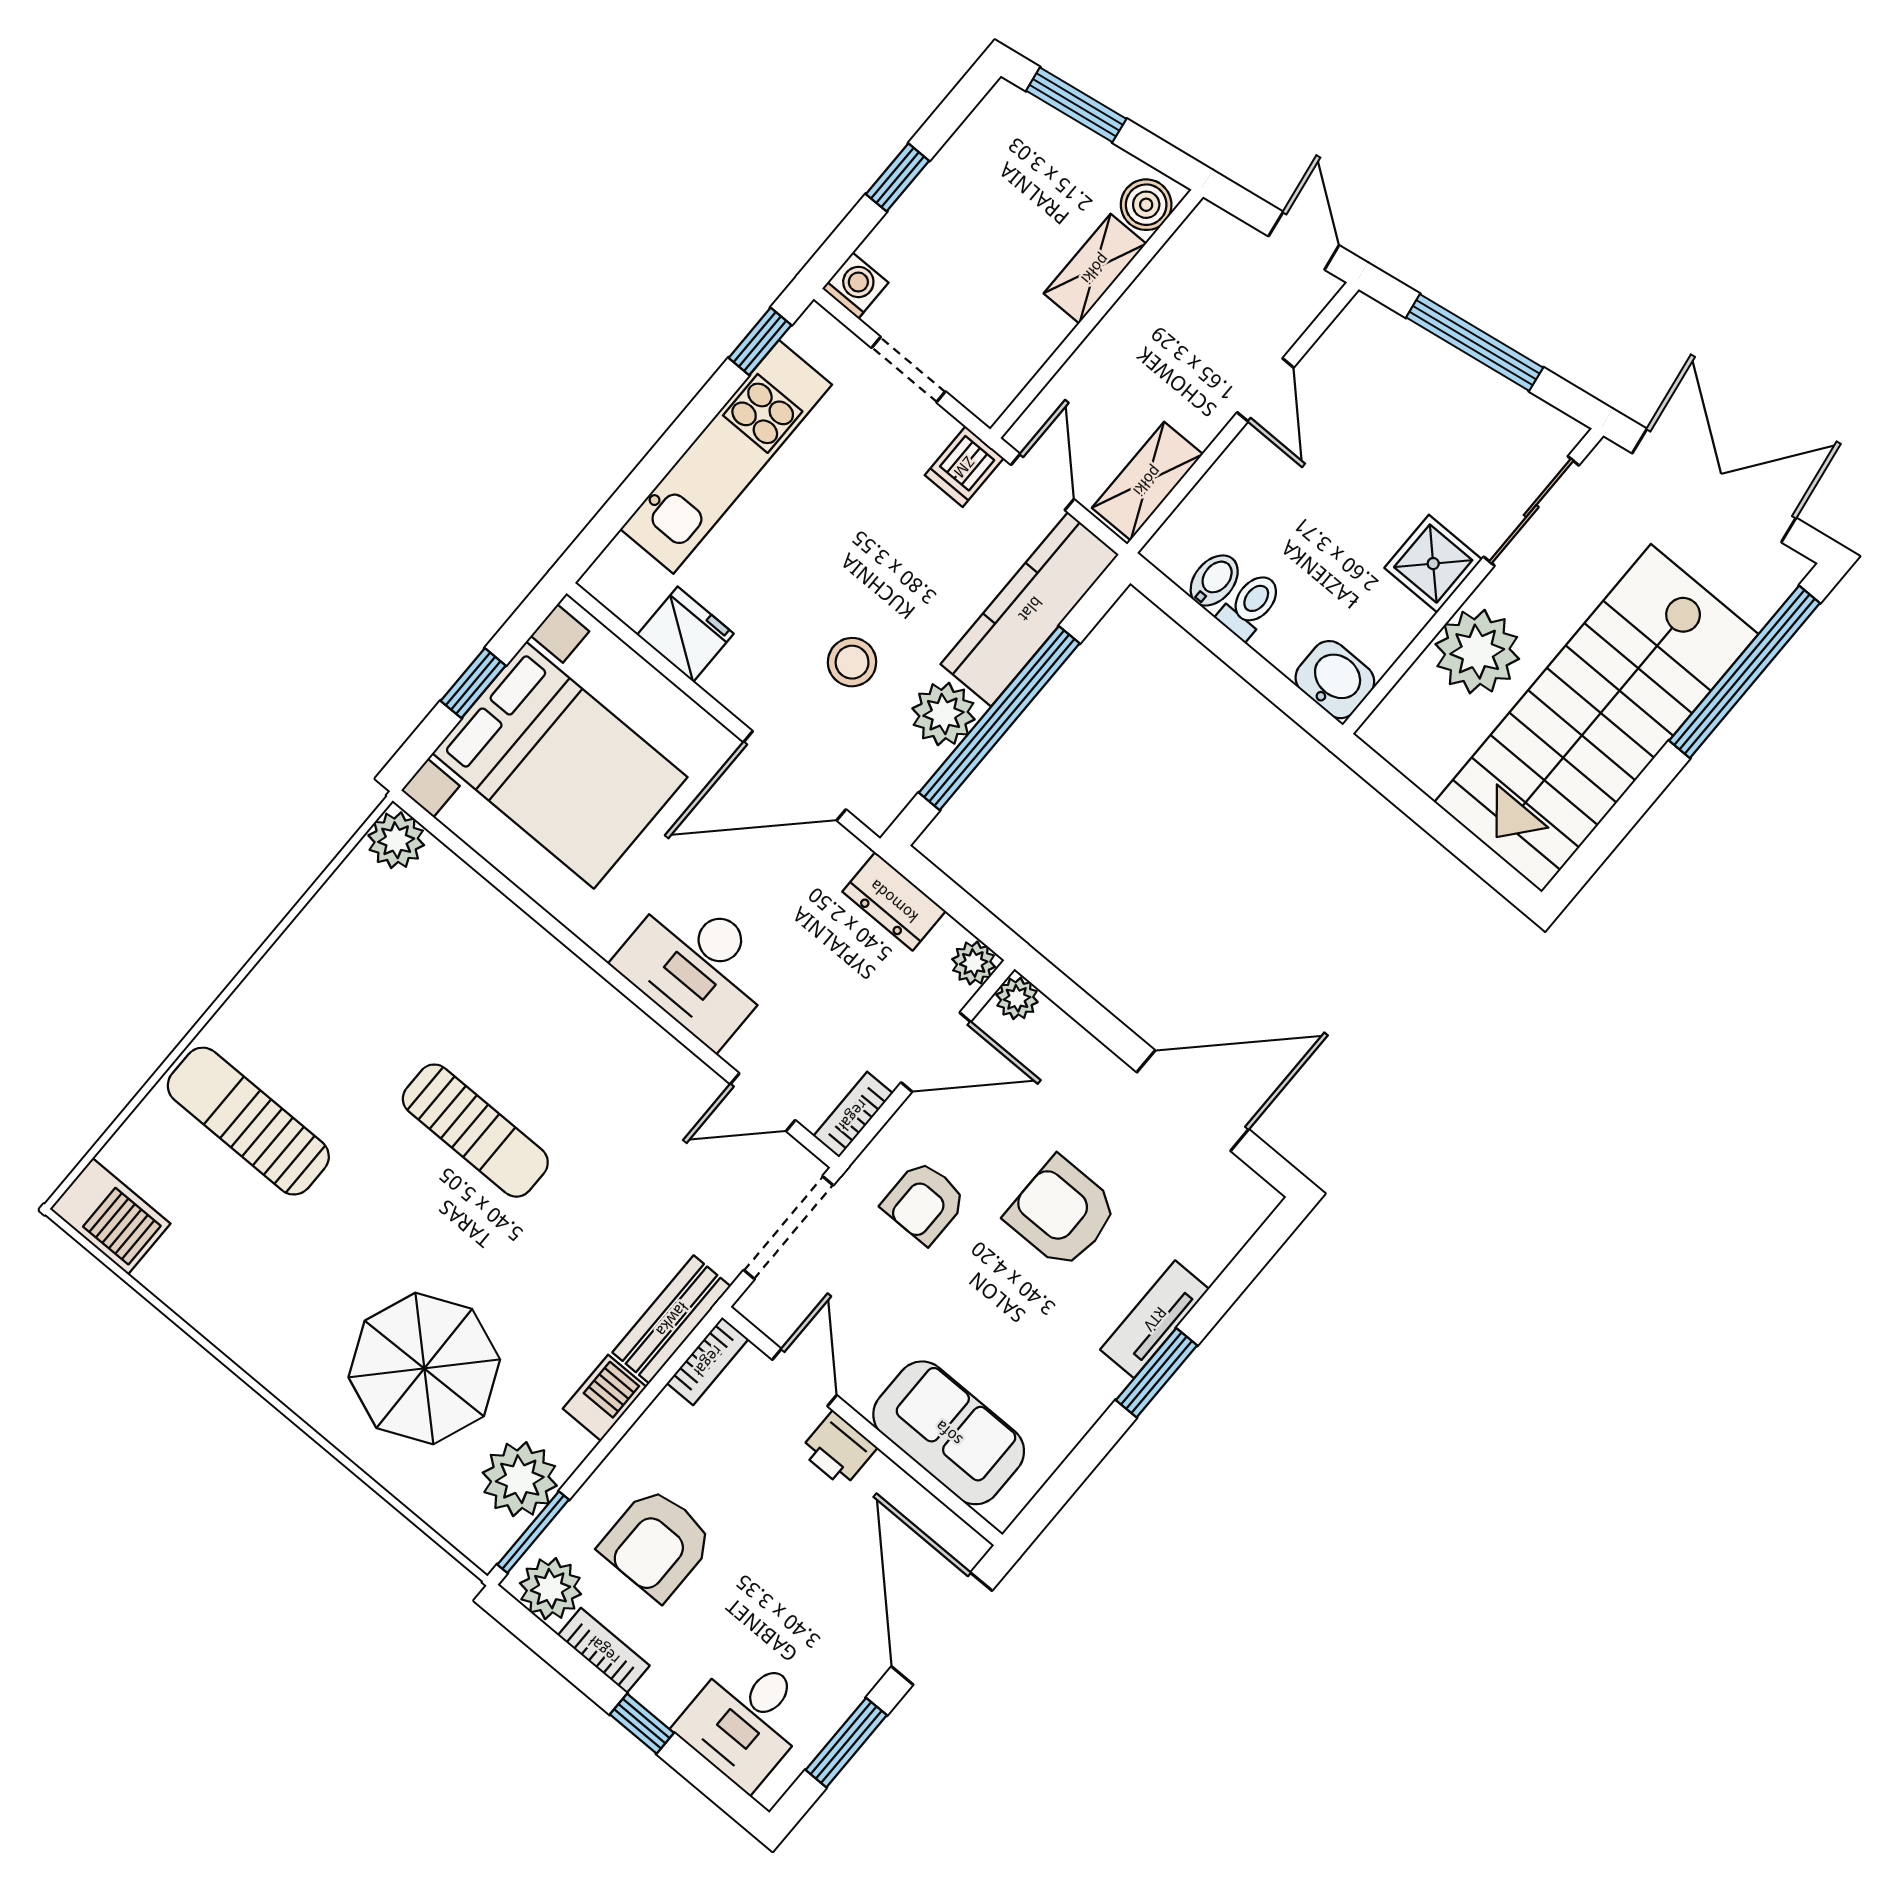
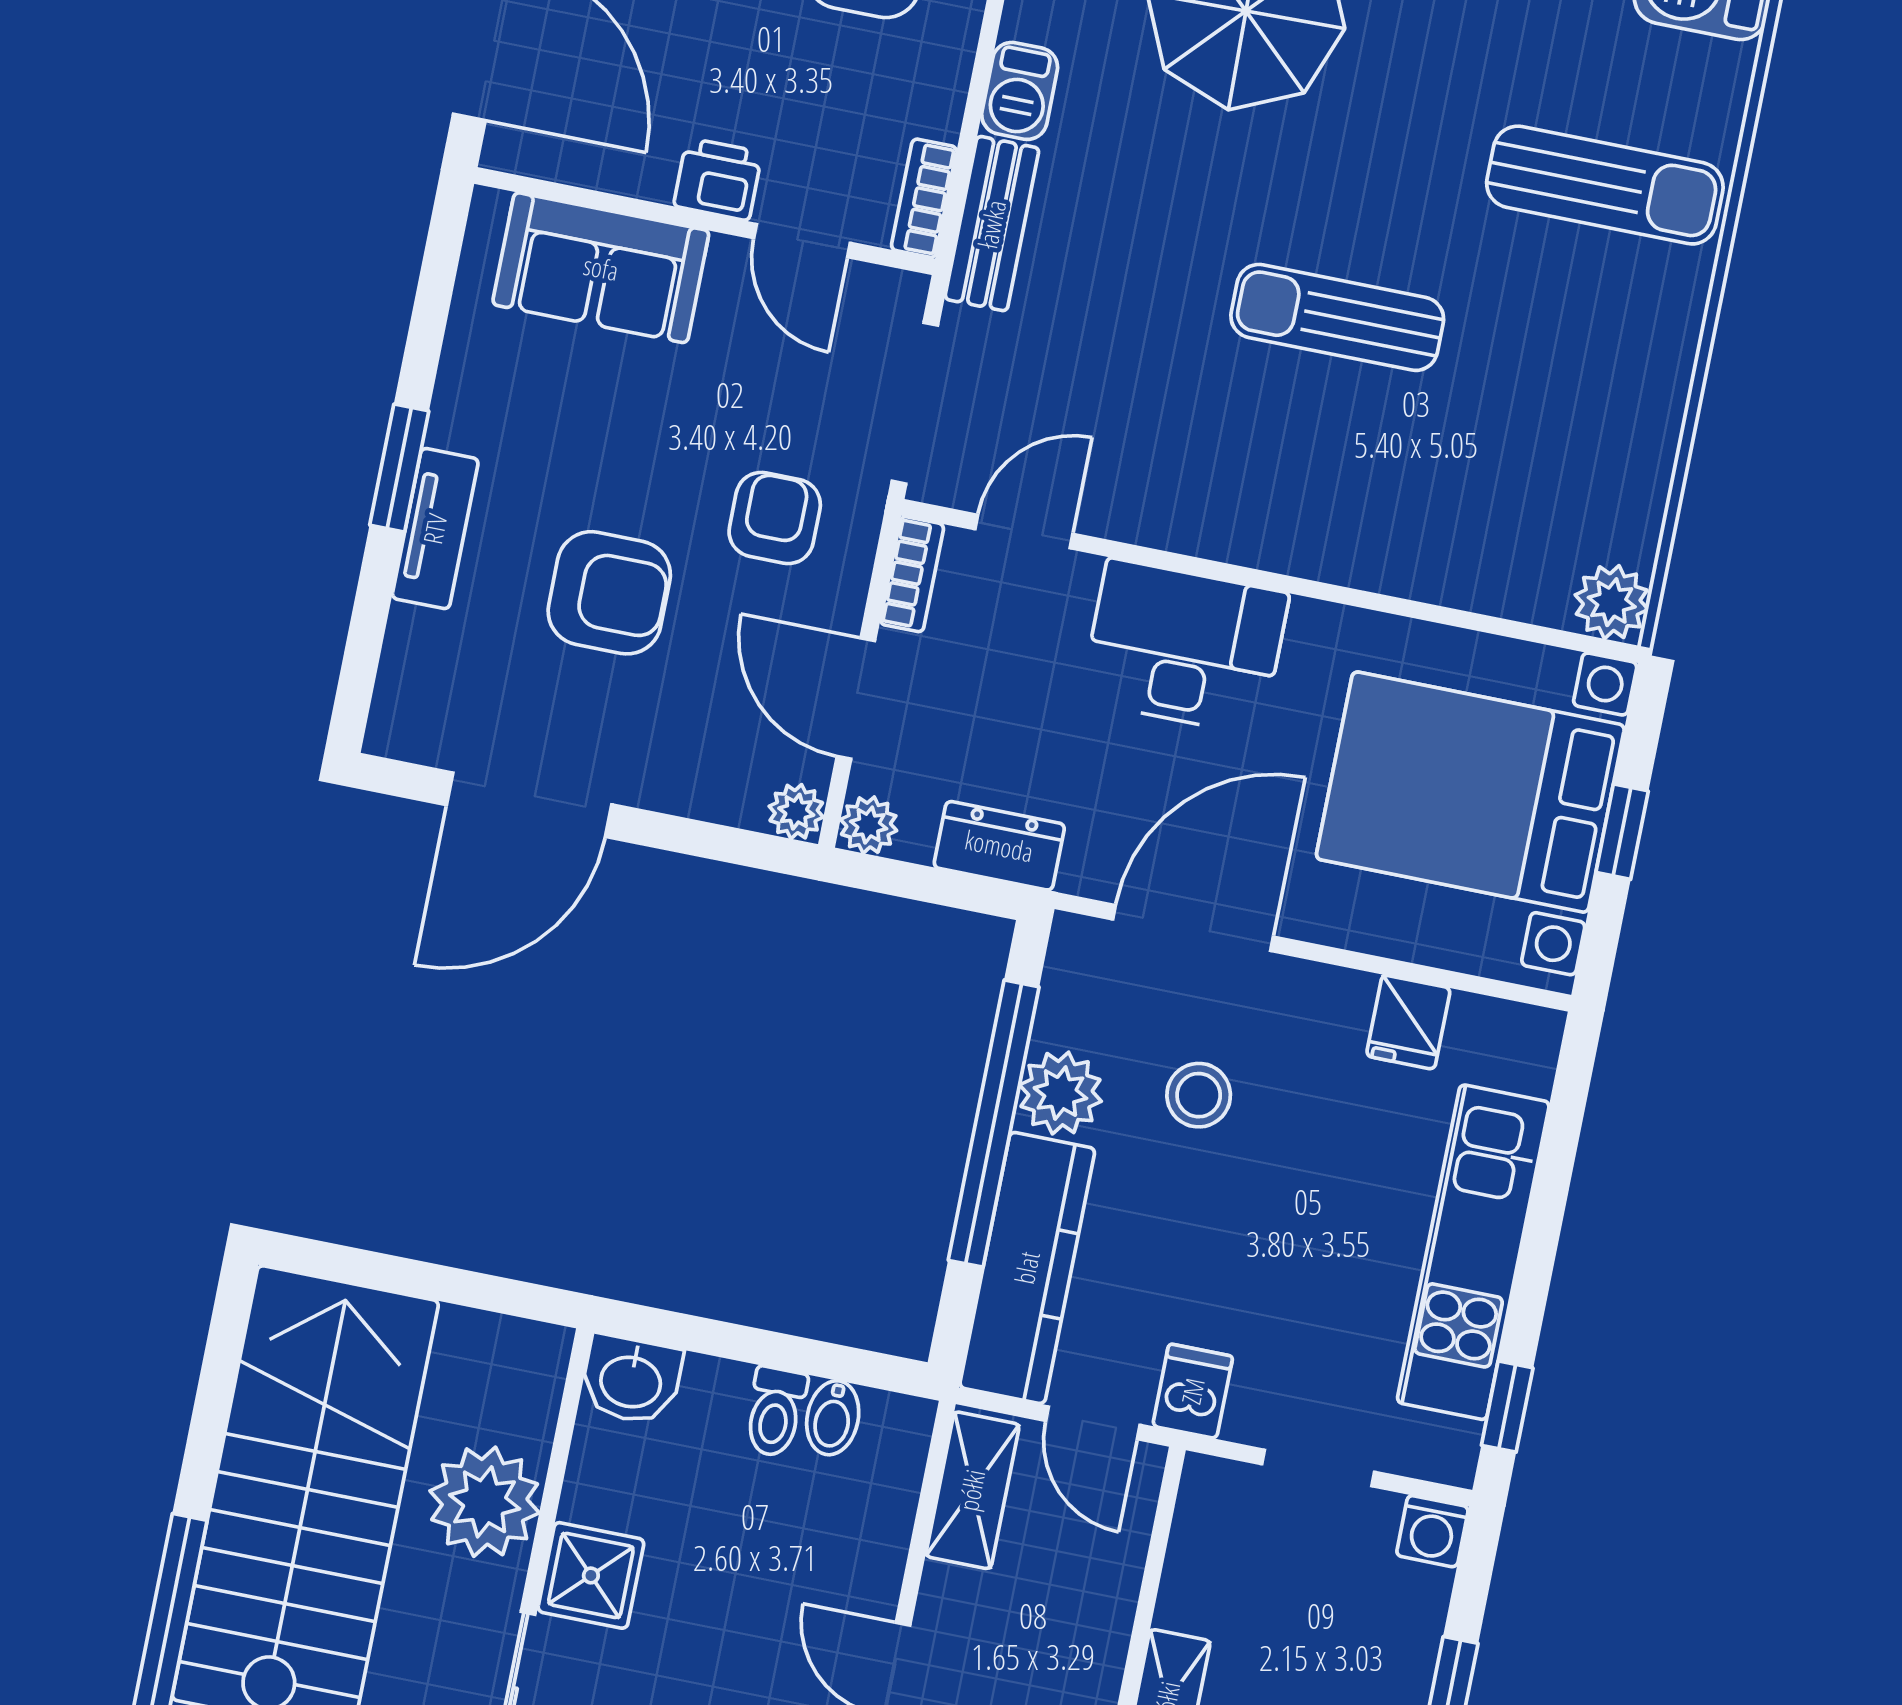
fridge: (685, 634) -> (1408, 1022), width x0.72
door: (936, 1052) -> (856, 698), hinge flipped

